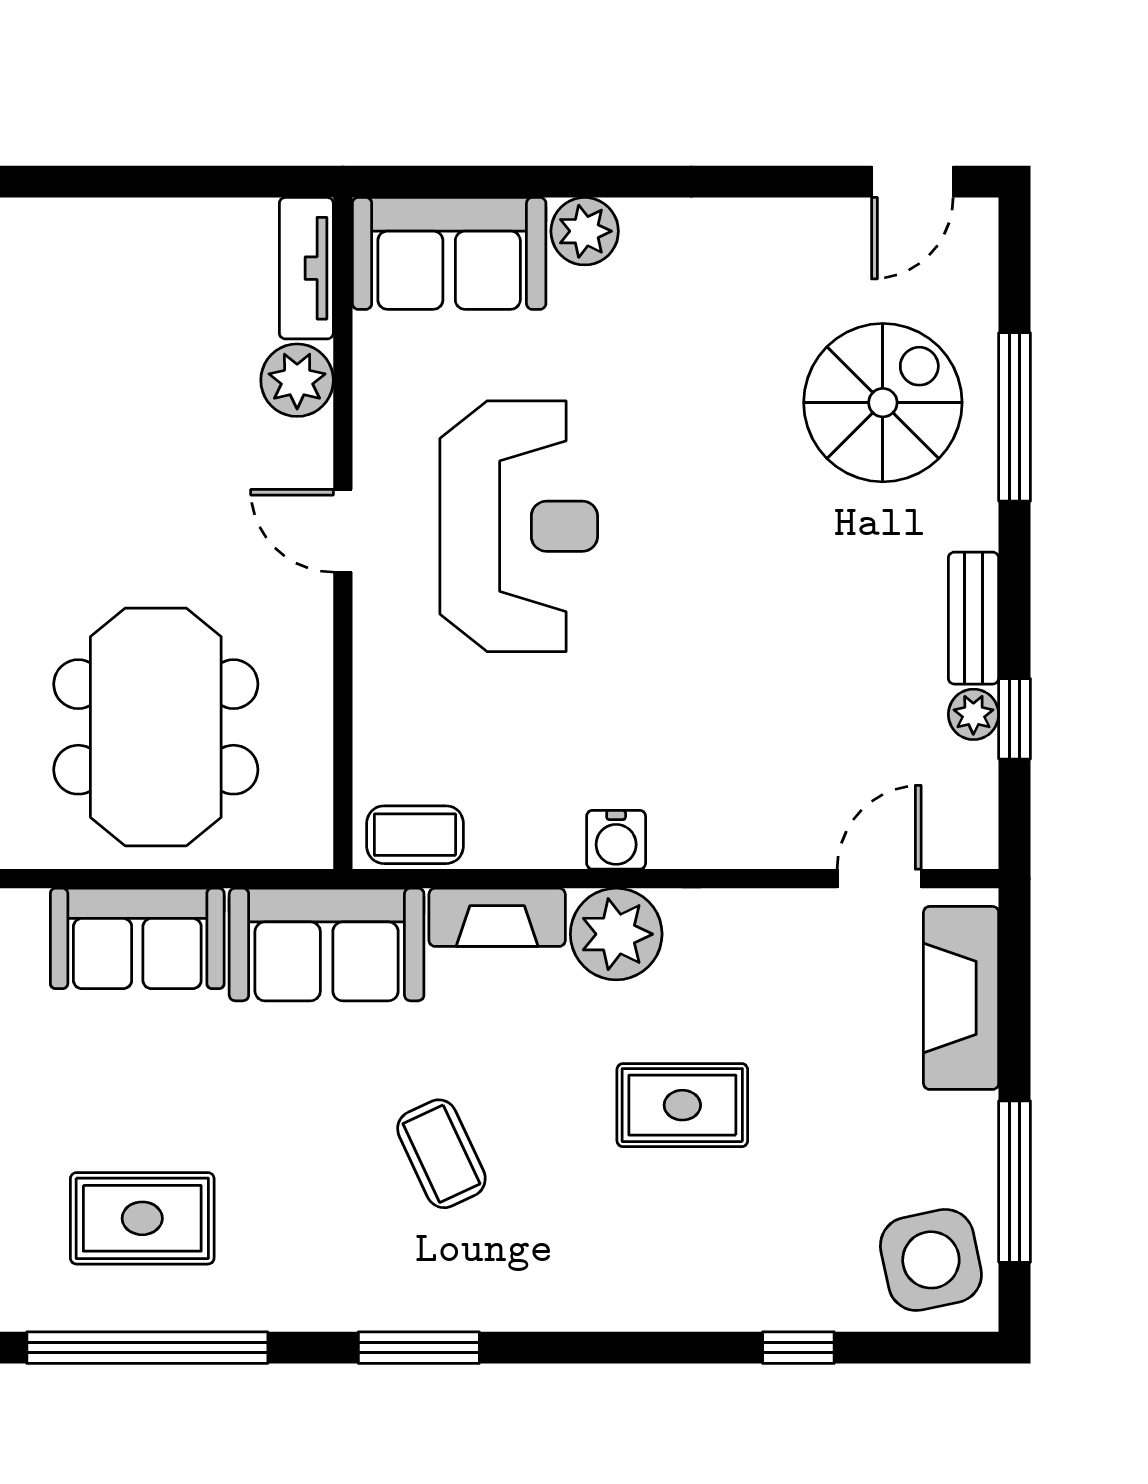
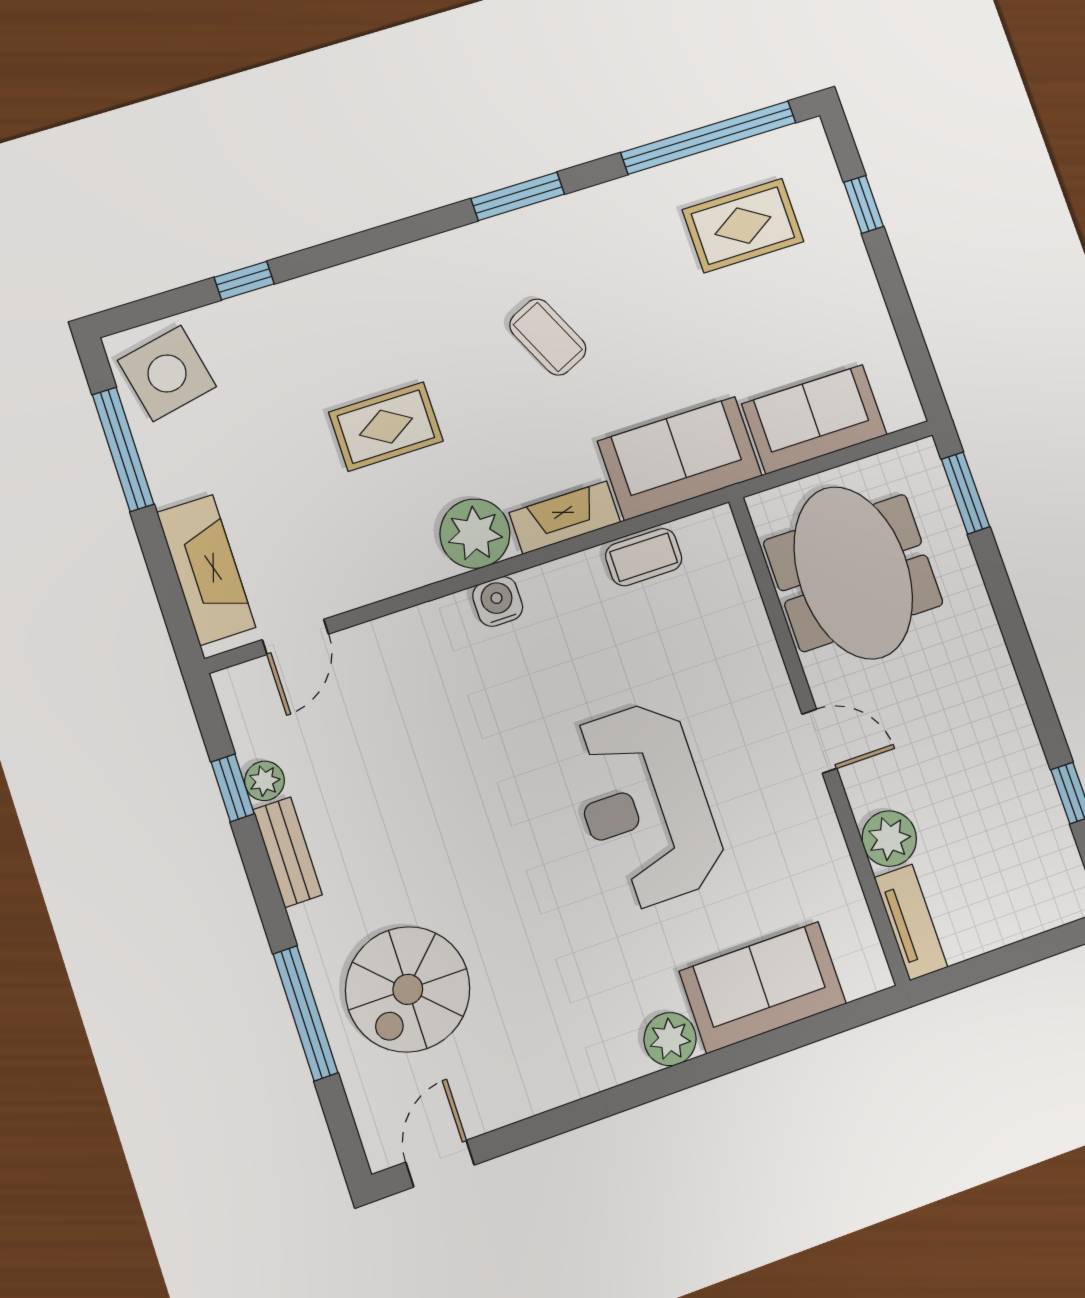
tv unit: (306, 268) -> (911, 922), moved
plant: (297, 380) -> (889, 839), moved
door: (343, 531) -> (819, 741), moved
wall: (343, 533) -> (819, 739), moved

